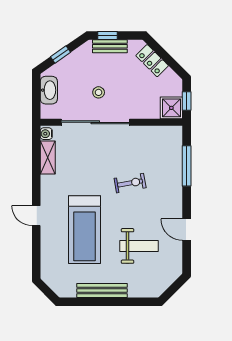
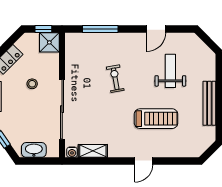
stool: (99, 92) -> (32, 84), moved
treadmill: (85, 230) -> (156, 119), width x0.73, depth x0.73

